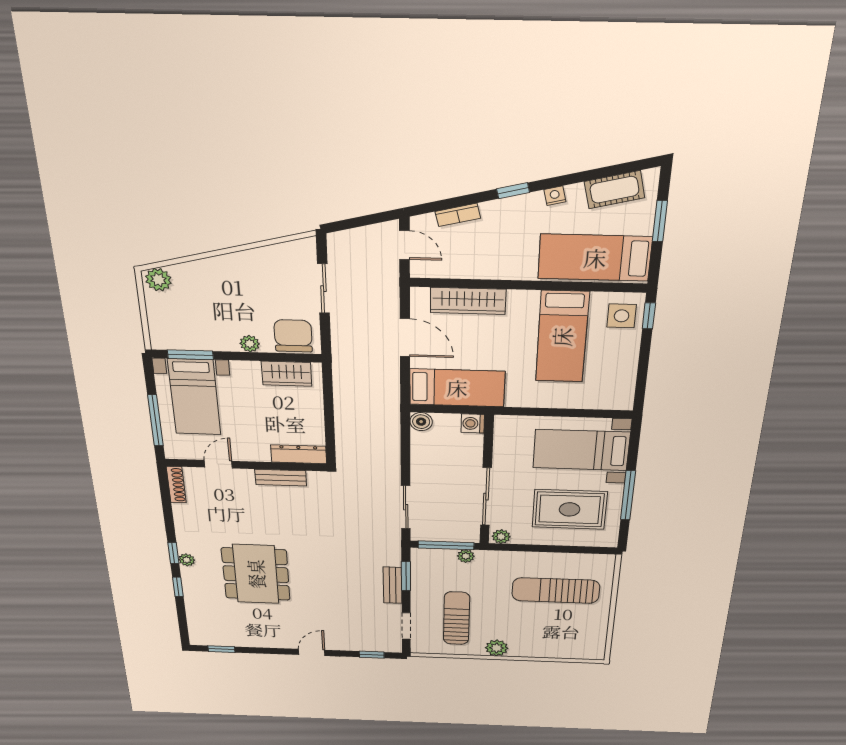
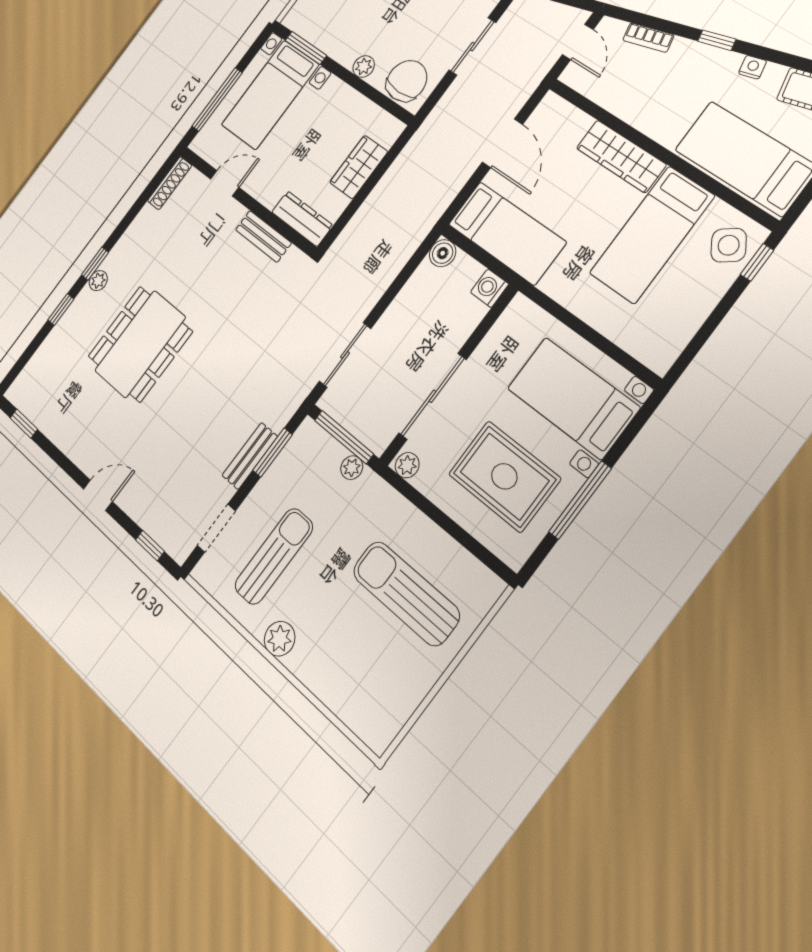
wardrobe: (468, 301) -> (621, 156), moved
side table: (622, 316) -> (729, 245), turned -35
wardrobe: (287, 374) -> (359, 167), moved, turned 90

